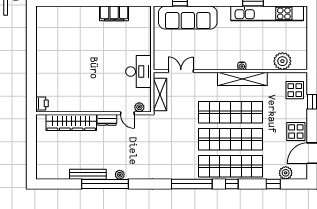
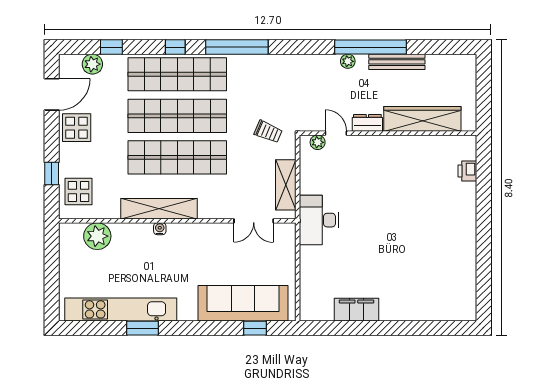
plant: (139, 107) -> (318, 142), moved
wall: (94, 113) -> (388, 133), moved
door: (127, 113) -> (336, 133), moved
dresser: (107, 120) -> (367, 123), moved
wardrobe: (71, 122) -> (422, 119), moved
trolley: (171, 129) -> (268, 132), added

